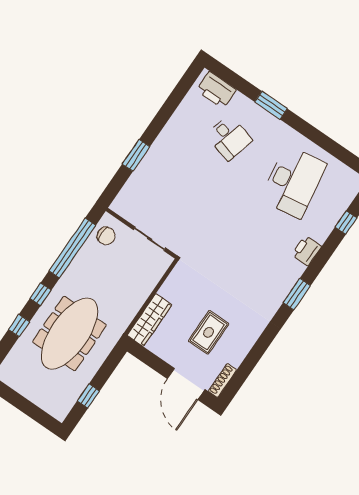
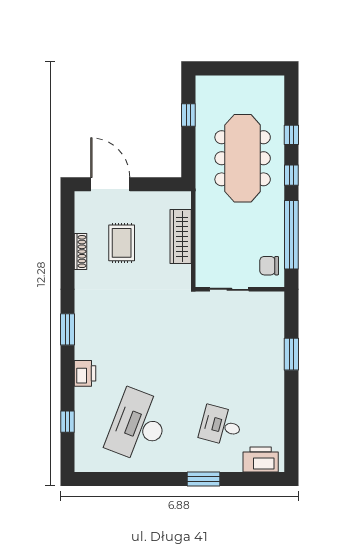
desk: (293, 182) -> (138, 426), turned 30
wardrobe: (150, 320) -> (181, 237), moved
shoe rack: (222, 381) -> (80, 252), moved

